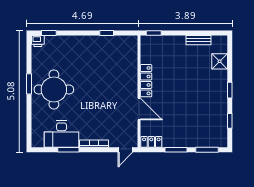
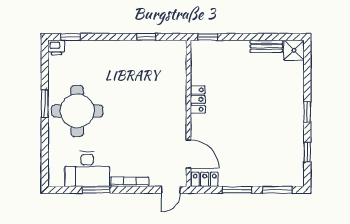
shower: (220, 61) -> (294, 50), moved
locker: (146, 81) -> (198, 99), width x0.66
door: (139, 109) -> (189, 154), moved

